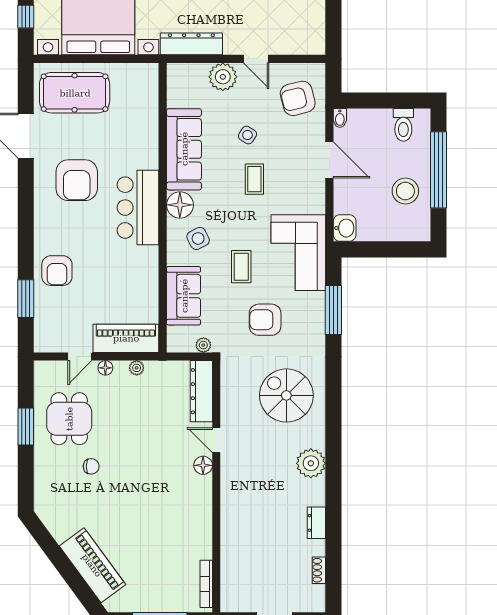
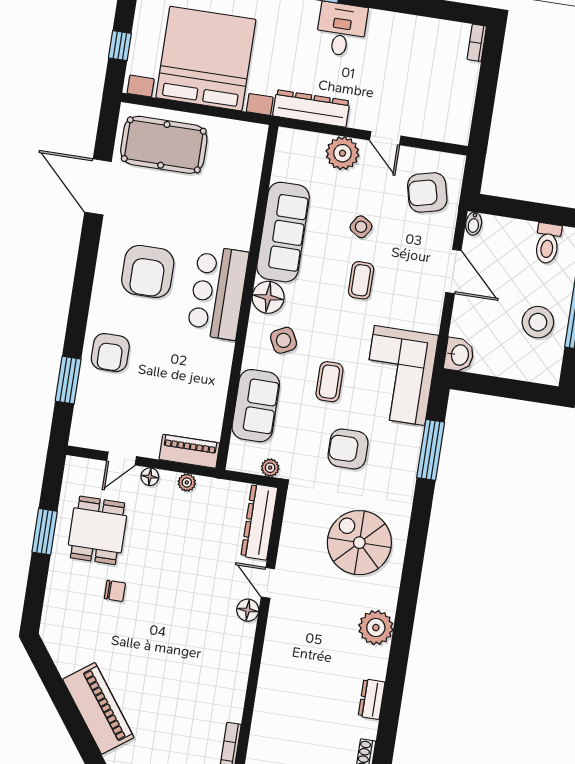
armchair: (77, 180) -> (148, 271), moved
piano: (126, 338) -> (189, 451), width x0.73, depth x0.75

